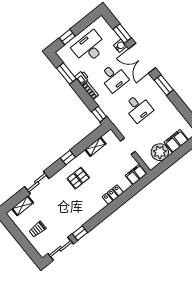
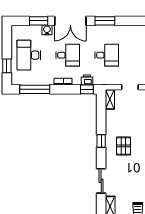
window: (66, 74) -> (35, 89), width x1.44
printer: (82, 78) -> (87, 80), moved
shelving: (95, 147) -> (110, 99), moved

